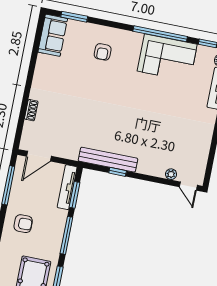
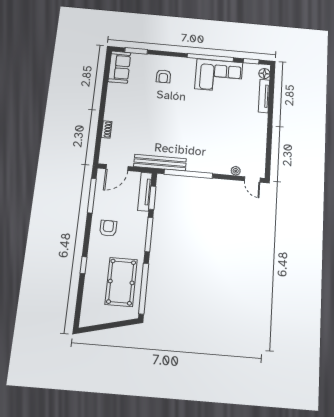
bench: (108, 160) -> (160, 163), moved
window: (118, 172) -> (188, 174), width x3.17
armchair: (23, 224) -> (108, 228), turned -89

